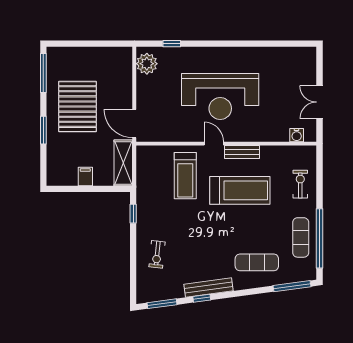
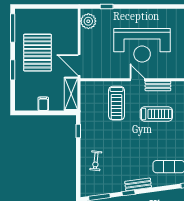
treadmill: (240, 190) -> (156, 114), width x0.73, depth x0.73
bench: (208, 288) -> (138, 184), width x0.73

